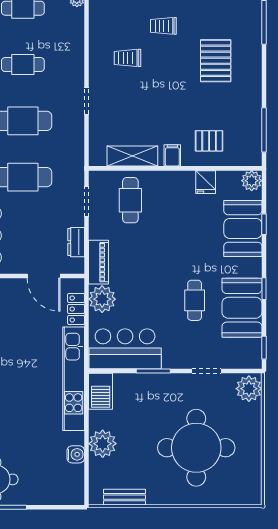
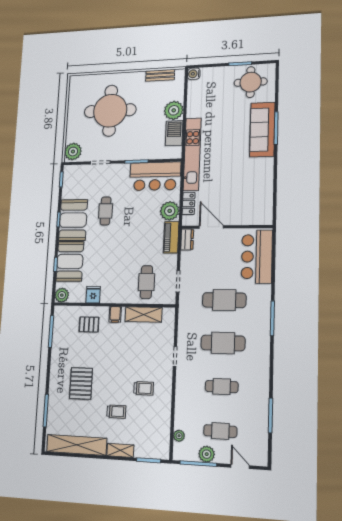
dresser: (76, 242) -> (187, 239), moved
booth: (242, 308) -> (73, 220), moved
barbecue: (101, 391) -> (174, 133), moved
water cooler: (76, 454) -> (194, 74), moved

